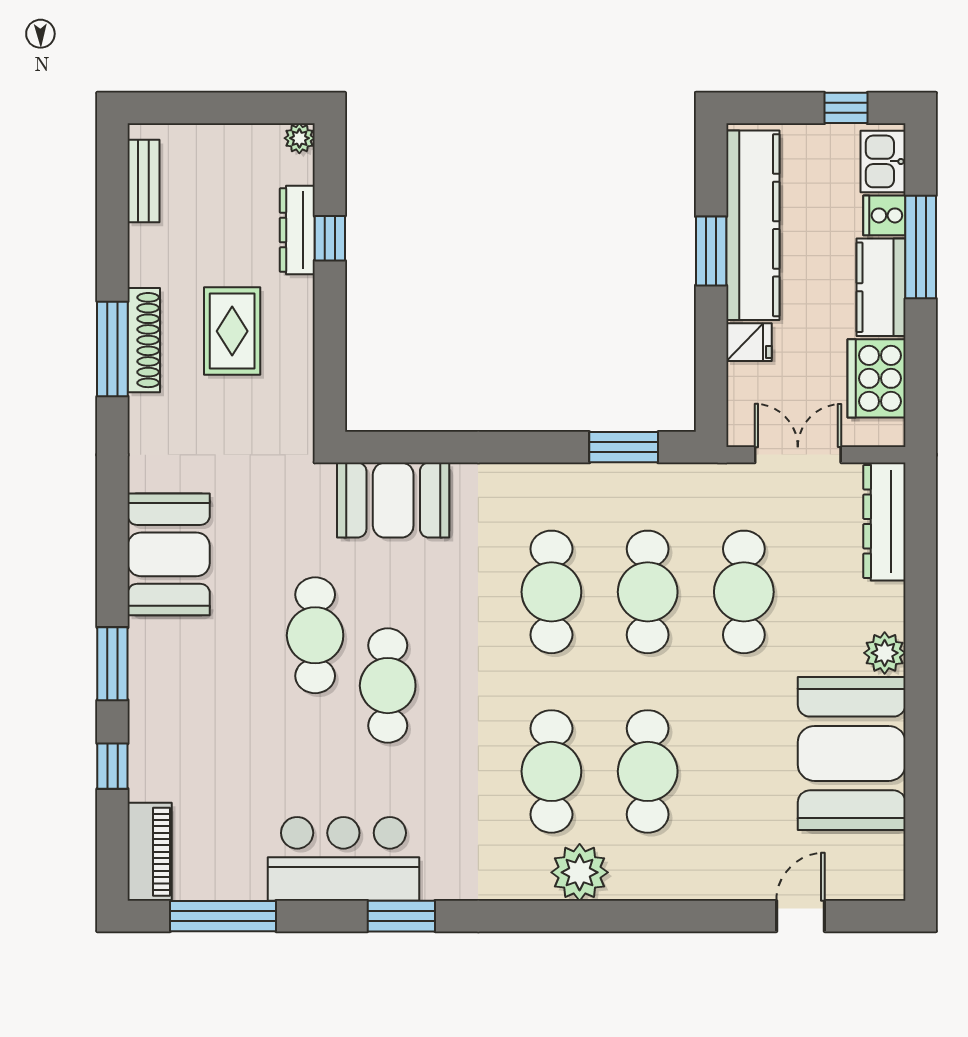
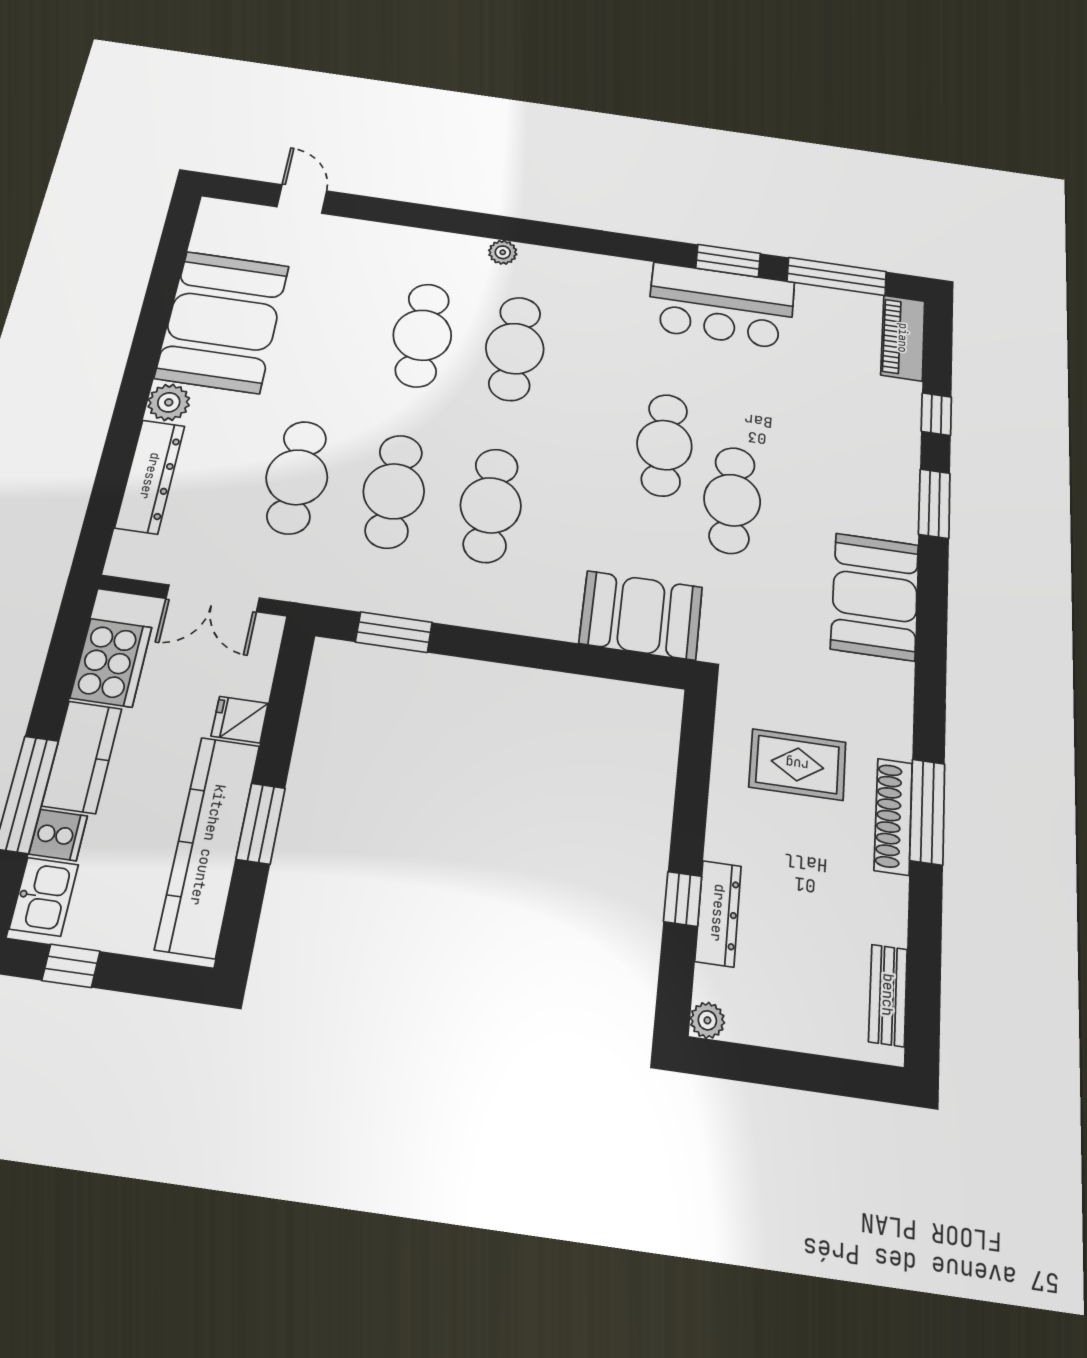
rug: (232, 331) -> (797, 764), moved, turned 90
dresser: (884, 521) -> (150, 476), moved
plant: (580, 872) -> (503, 252), width x0.53, depth x0.53
window: (401, 916) -> (728, 261), moved
door: (800, 916) -> (302, 199), swing flipped

